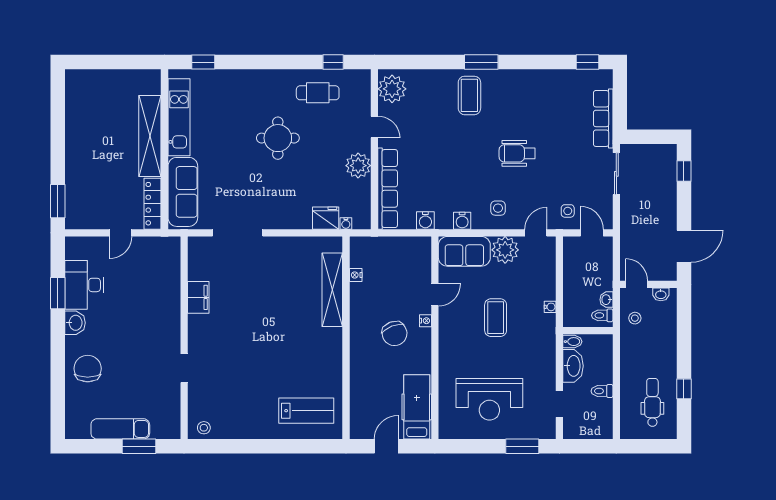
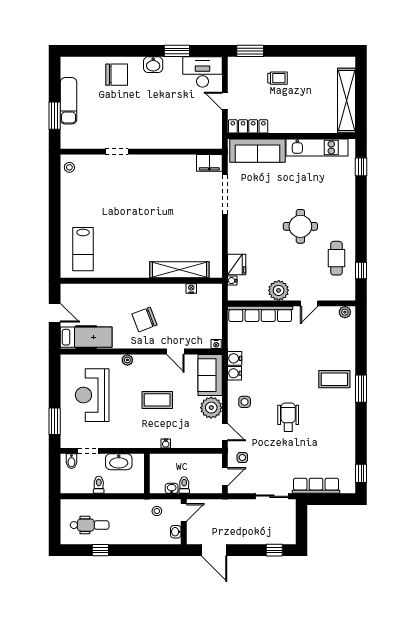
plant: (392, 89) -> (345, 312), width x0.53, depth x0.53
shelving: (150, 136) -> (346, 100), moved, turned 90
trolley: (92, 167) -> (277, 78), added
water cooler: (425, 220) -> (235, 358), moved
desk: (84, 285) -> (203, 72), moved
filing cabinet: (198, 297) -> (209, 163), moved
toilet: (602, 315) -> (184, 485), moved
nightstand: (425, 321) -> (216, 344), moved
bidet: (572, 342) -> (71, 461), moved
plant: (445, 355) -> (127, 360), added

